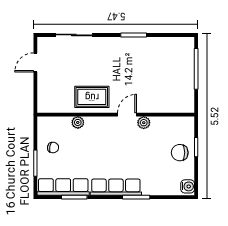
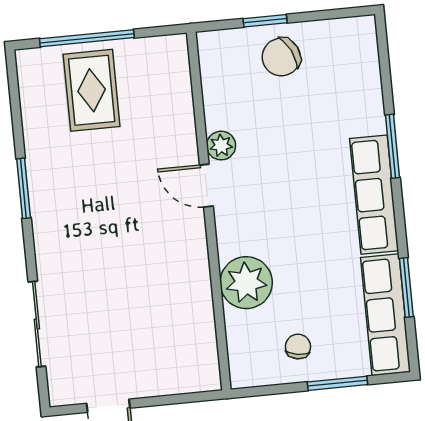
rug: (92, 97) -> (92, 90), moved
plant: (78, 122) -> (246, 283), width x1.88, depth x1.88
chair: (180, 153) -> (281, 57), turned 64
water cooler: (188, 186) -> (357, 31), removed

